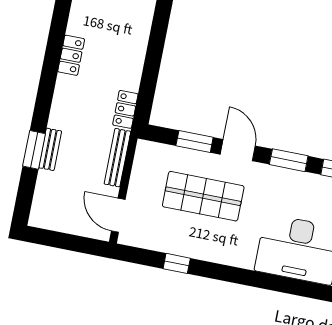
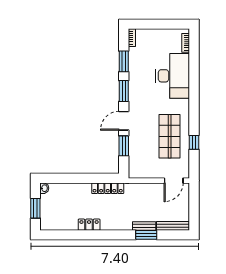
locker: (125, 109) -> (108, 188), width x1.53
bench: (117, 158) -> (173, 226), moved
shop shelf: (203, 196) -> (170, 136), moved

